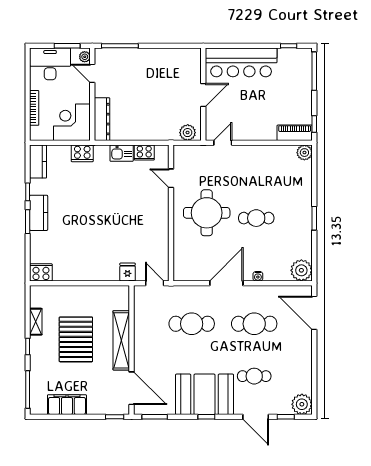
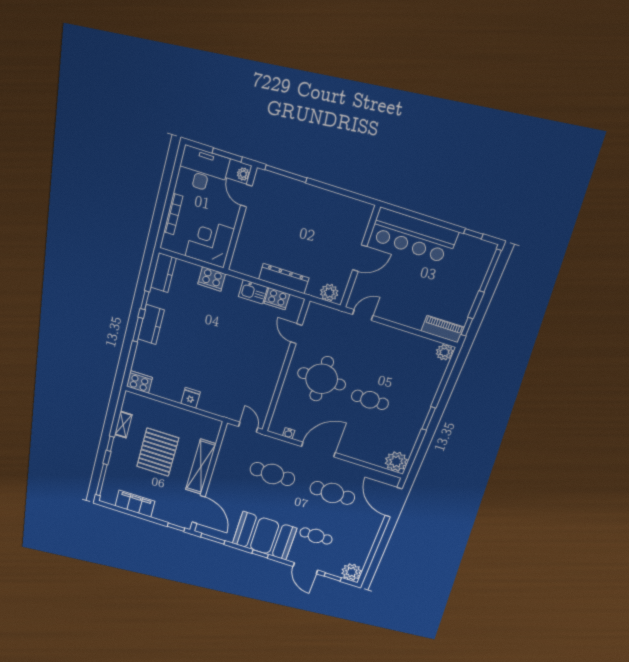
dresser: (102, 119) -> (284, 279), moved, turned -90
fridge: (128, 272) -> (191, 398), moved
water cooler: (258, 276) -> (289, 433), moved

